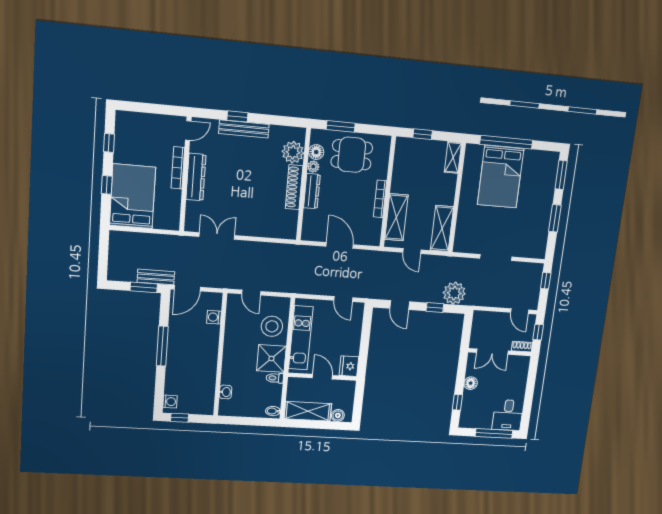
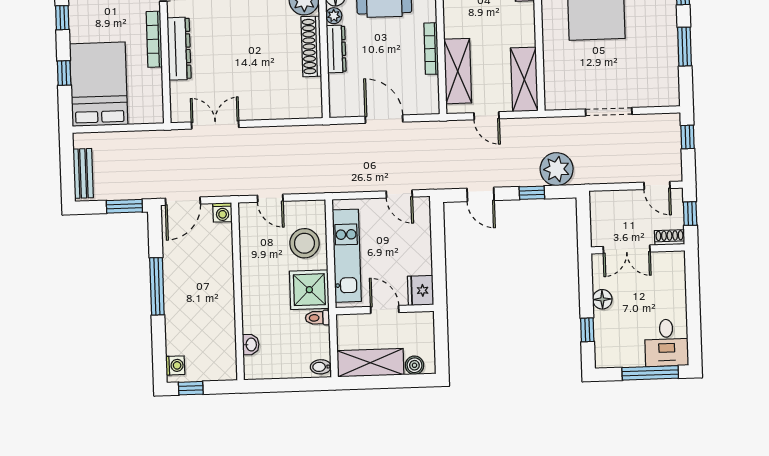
bench: (156, 277) -> (83, 173), moved, turned 90
washing machine: (214, 317) -> (222, 212), moved, turned -90

